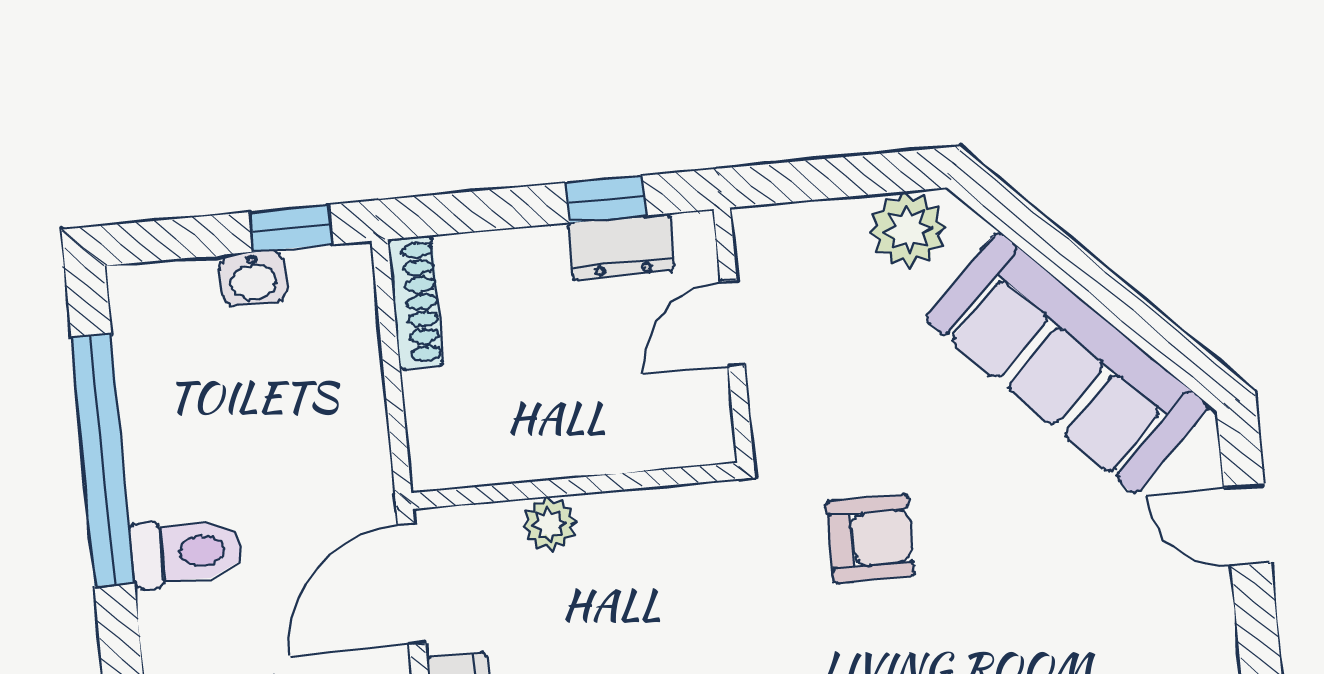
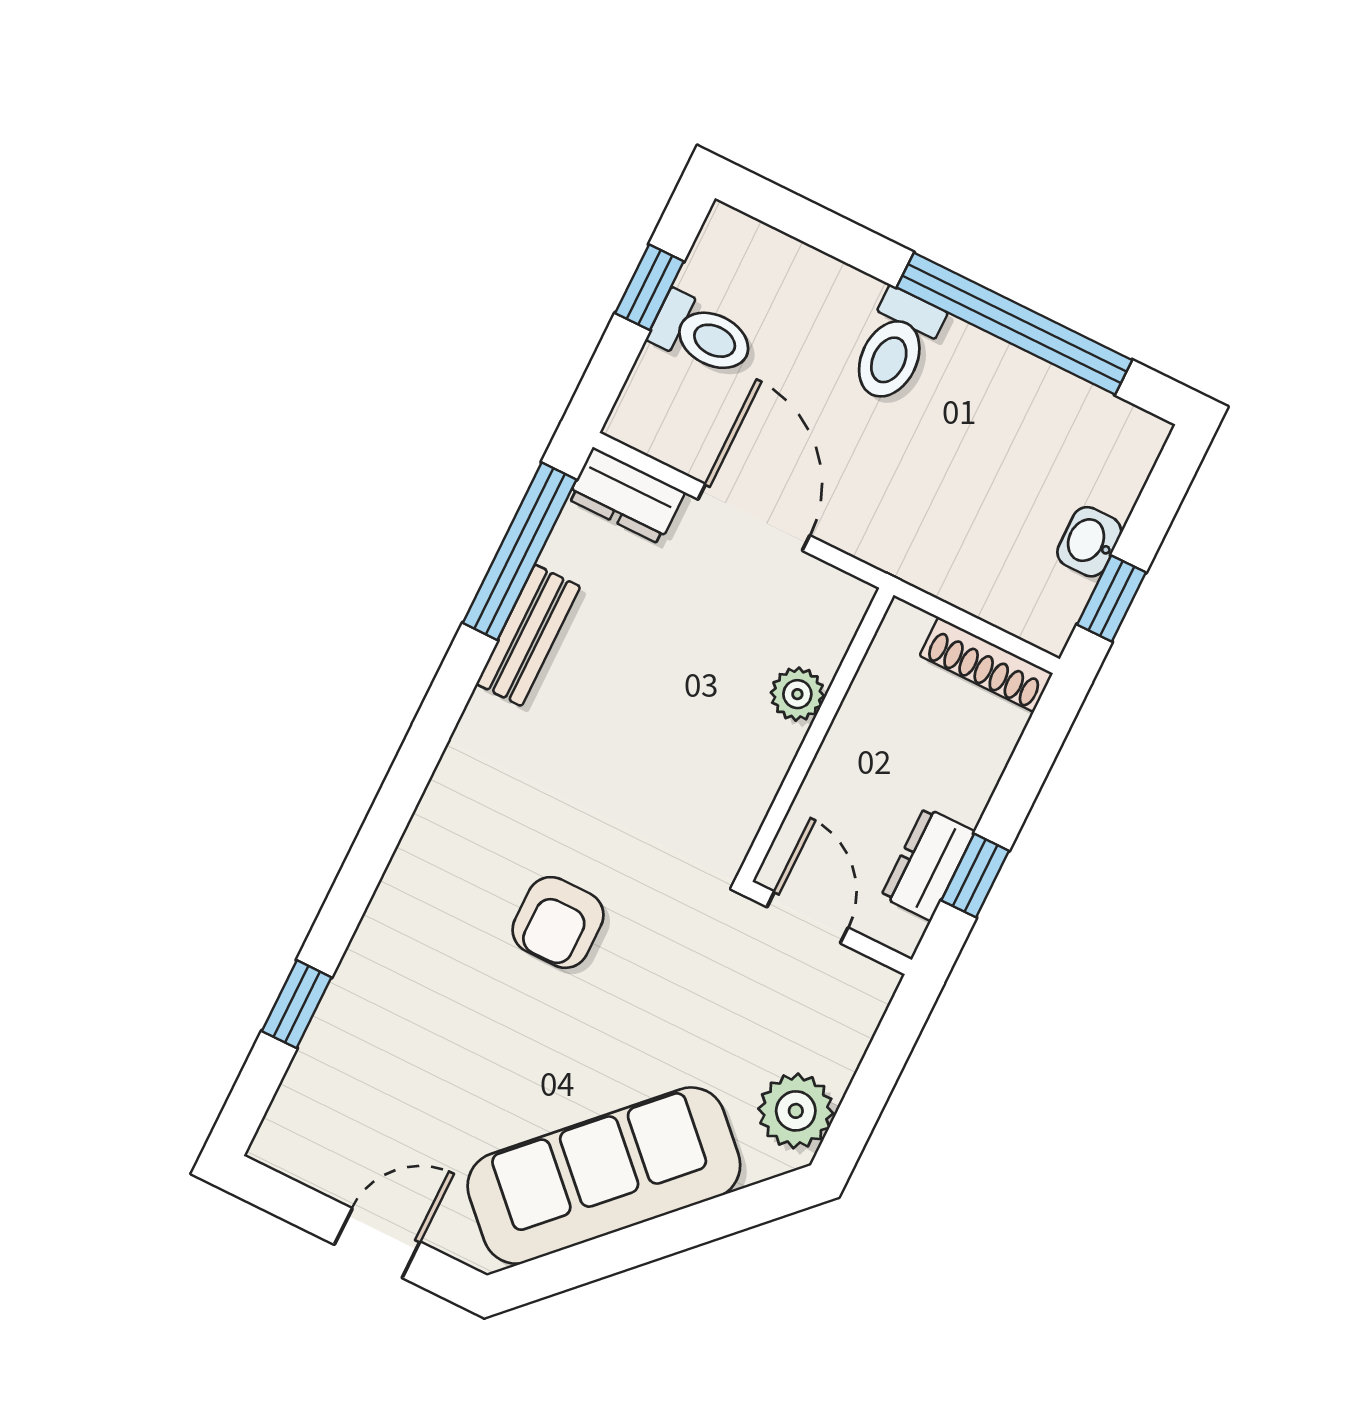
wall: (575, 486) -> (816, 735), moved
plant: (549, 524) -> (797, 694), moved

